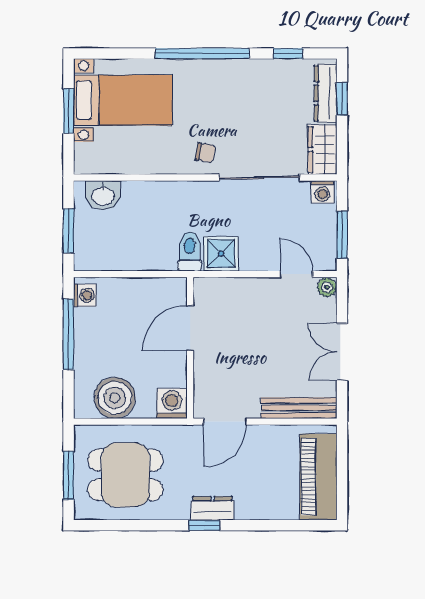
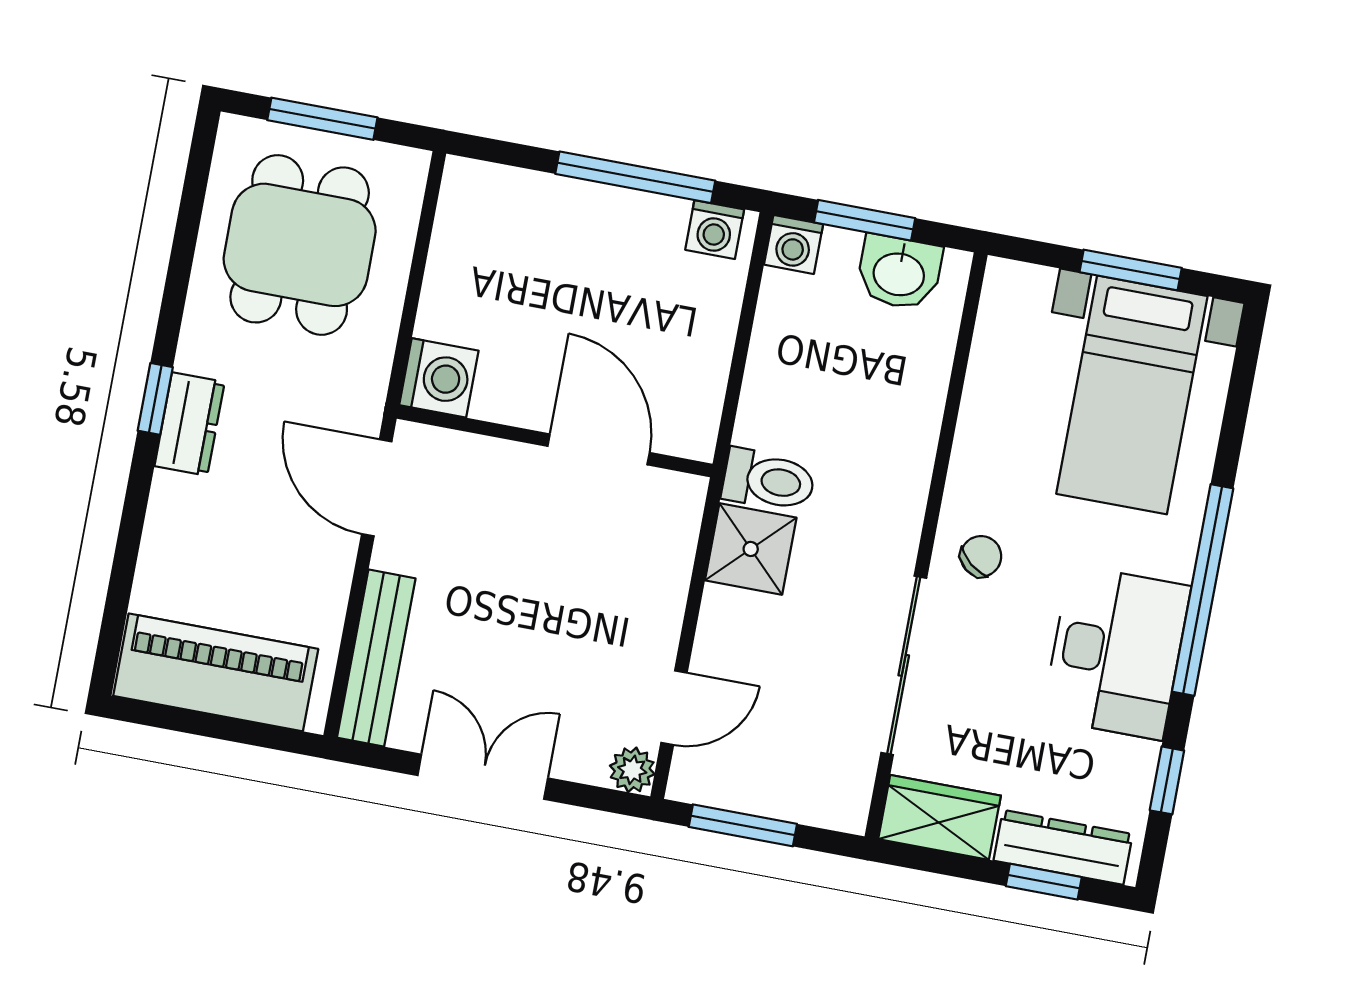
desk: (236, 86) -> (1116, 652), added
chair: (205, 153) -> (981, 556), turned -151
washing machine: (323, 192) -> (794, 244), moved, turned -90
washbasin: (103, 195) -> (899, 272), moved, turned -90
boiler: (115, 398) -> (475, 253), removed

